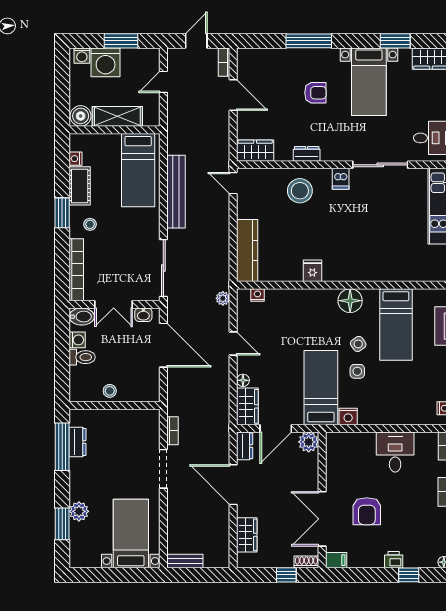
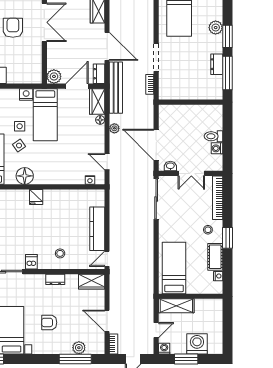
window: (309, 41) -> (75, 359), moved
washing machine: (82, 56) -> (164, 349), moved
plant: (273, 57) -> (79, 348), added
boiler: (81, 116) -> (215, 306), removed
shelving: (117, 116) -> (176, 306), moved
door: (233, 183) -> (107, 259), swing flipped
stool: (300, 191) -> (60, 253), width x0.53, depth x0.53
bench: (176, 192) -> (116, 88), moved
kitchen counter: (247, 250) -> (97, 229), moved
fridge: (312, 271) -> (36, 197), moved
plant: (223, 298) -> (114, 128), moved
double door: (114, 304) -> (191, 173), swing flipped
bidet: (82, 317) -> (214, 165), removed
door: (233, 343) -> (107, 162), moved
stool: (110, 391) -> (194, 112), removed
dresser: (77, 442) -> (217, 64), moved
window: (62, 524) -> (228, 36), moved

